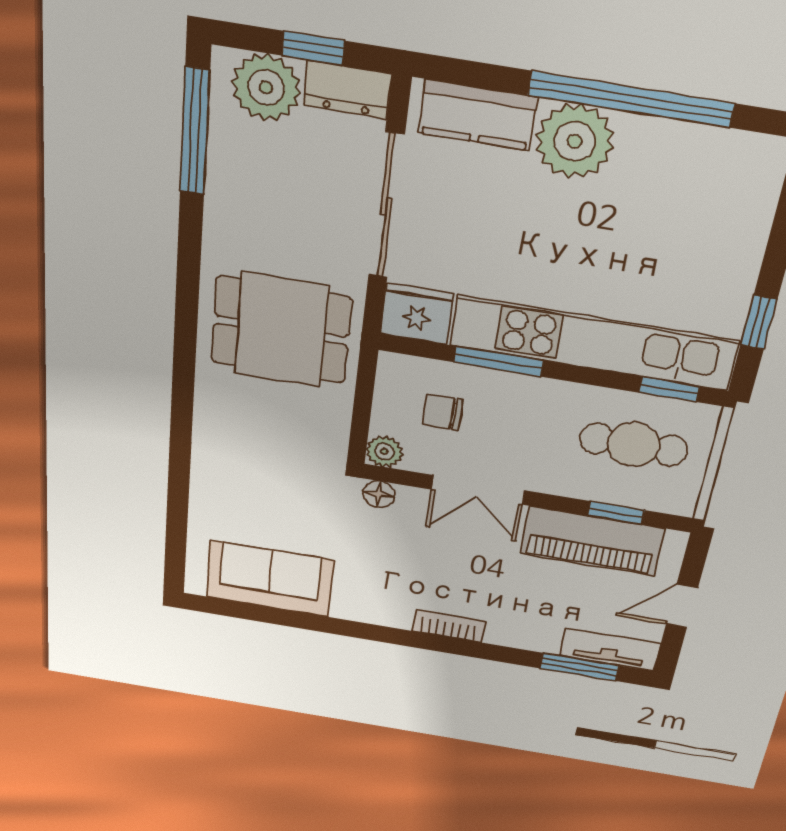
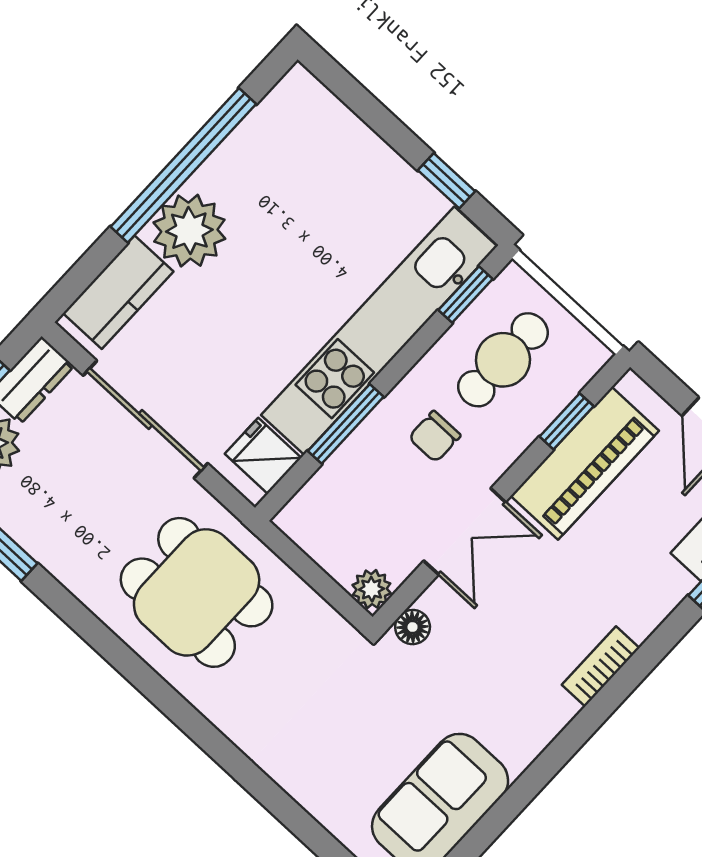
fridge: (417, 314) -> (263, 456), width x0.72
dining table: (281, 330) -> (197, 592), turned 90
chair: (443, 412) -> (435, 437), moved

